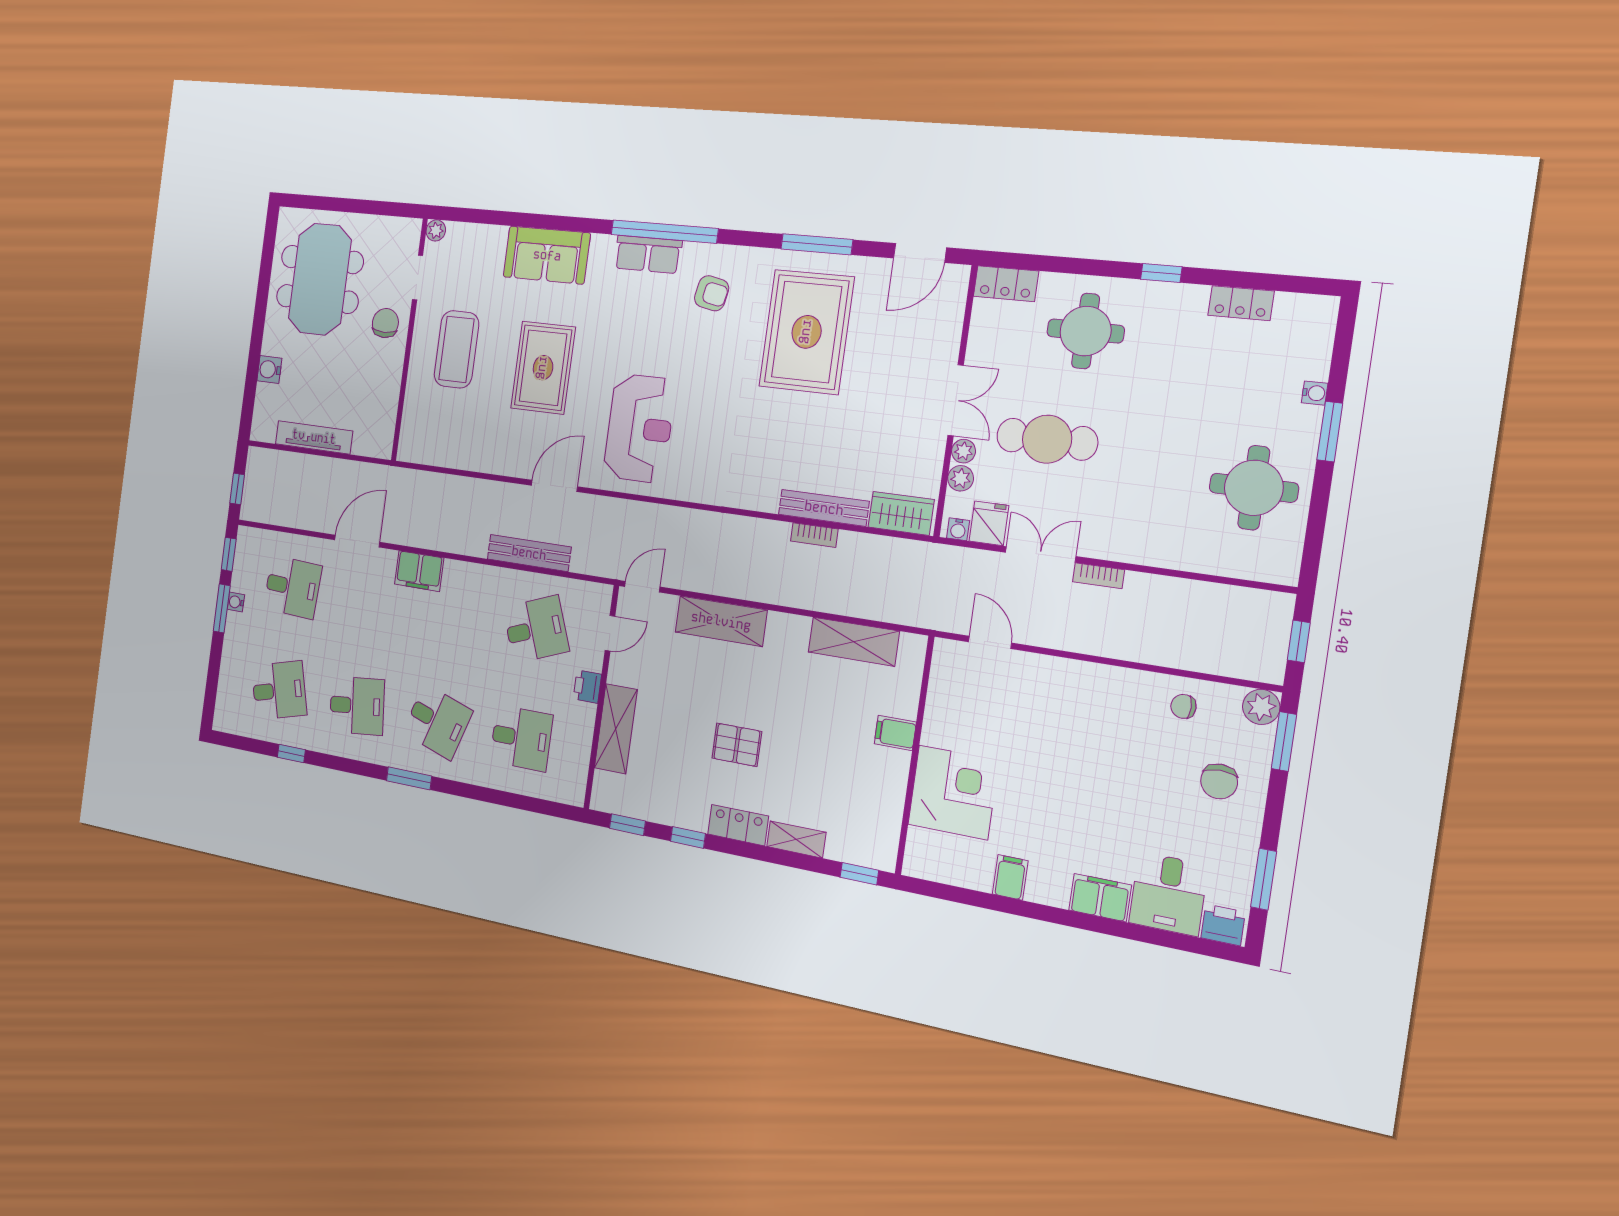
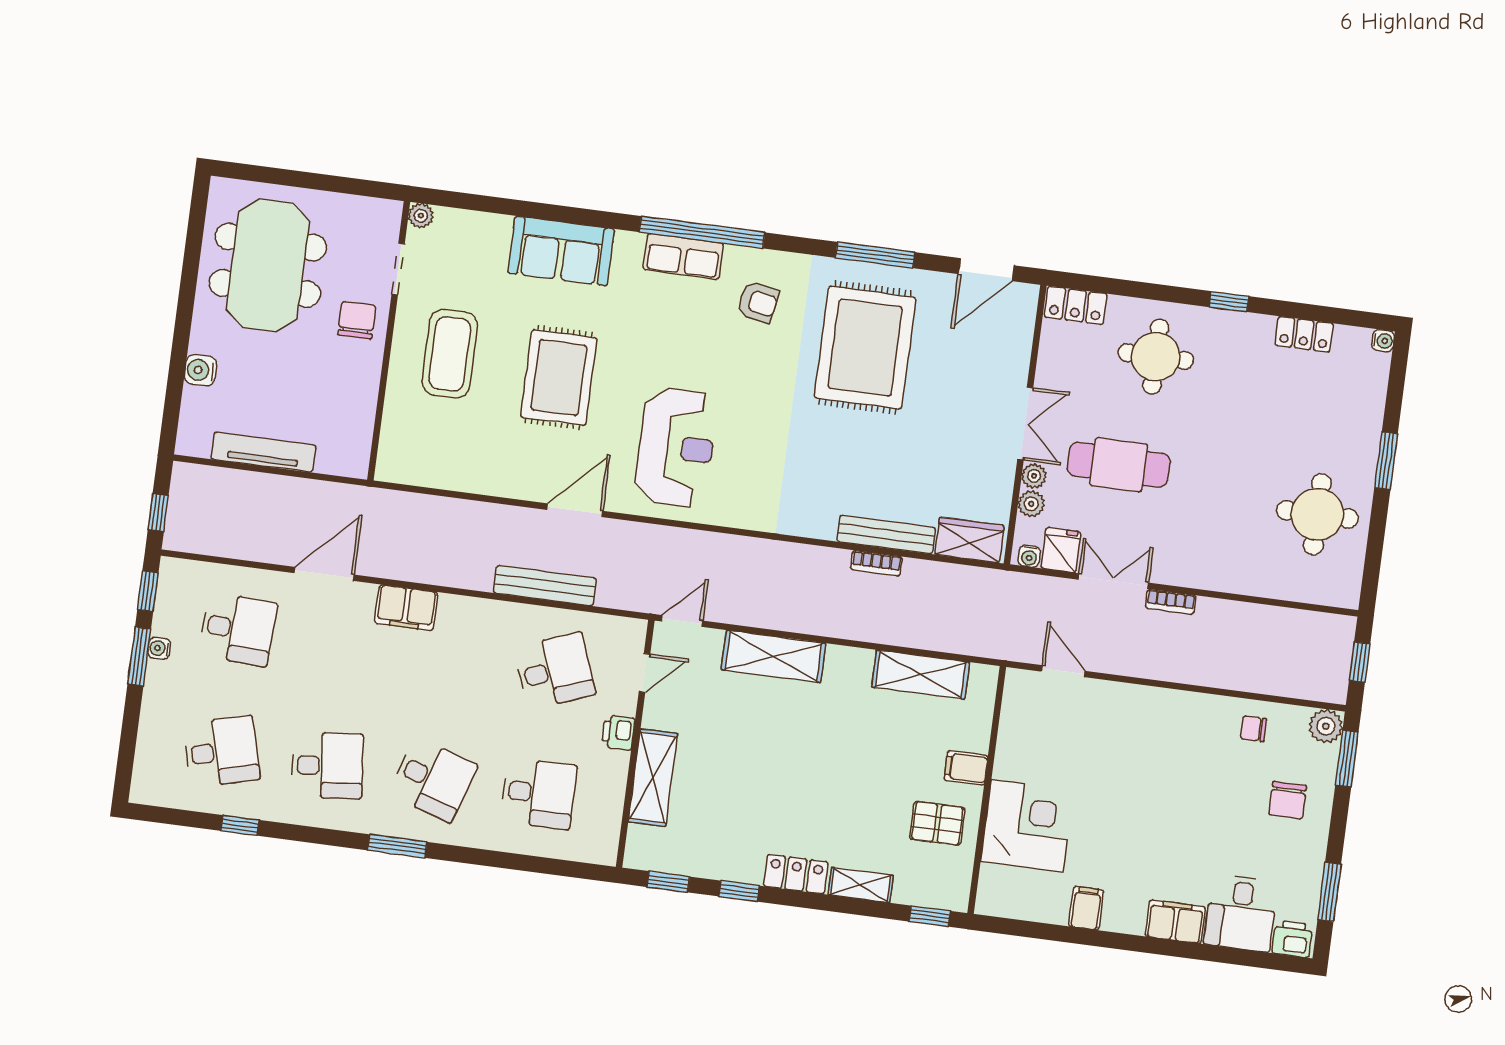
water cooler: (1315, 393) -> (1383, 341), moved
pallet: (737, 745) -> (937, 823), moved

